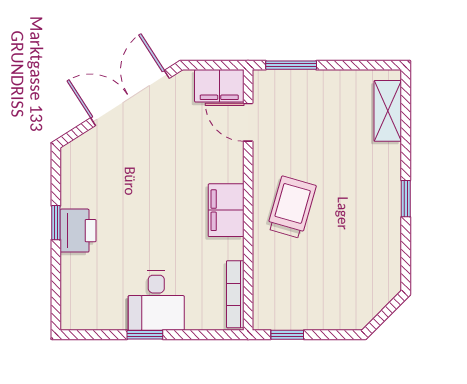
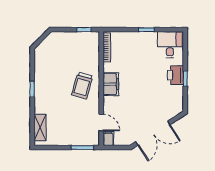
filing cabinet: (219, 86) -> (108, 138), width x0.50
desk: (156, 300) -> (170, 45), moved

